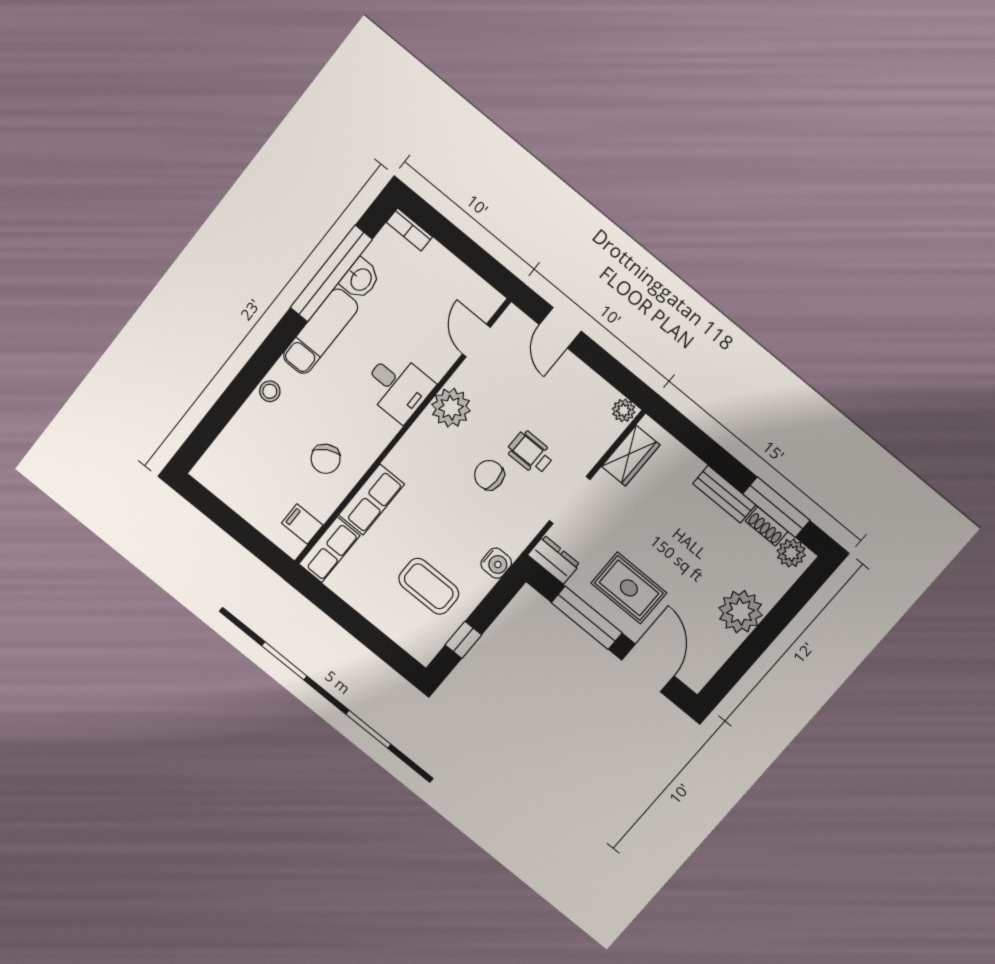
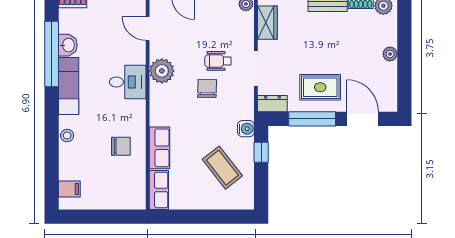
chair: (326, 459) -> (121, 146), turned -60
chair: (489, 475) -> (207, 88), turned 91
filing cabinet: (302, 524) -> (69, 189), moved, turned 180
coffee table: (429, 586) -> (222, 168), turned 52
plant: (741, 612) -> (390, 54), width x0.53, depth x0.53
window: (463, 640) -> (261, 152), moved

